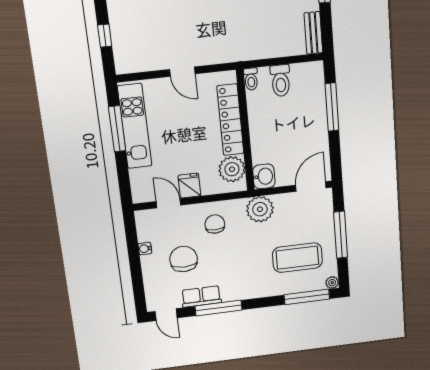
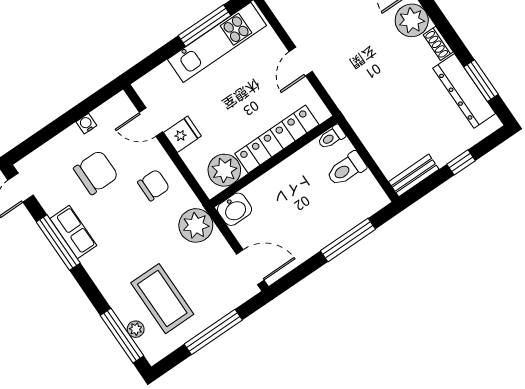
door: (168, 203) -> (151, 122), swing flipped
plant: (332, 283) -> (136, 329), moved
row of seats: (201, 296) -> (73, 232), moved

